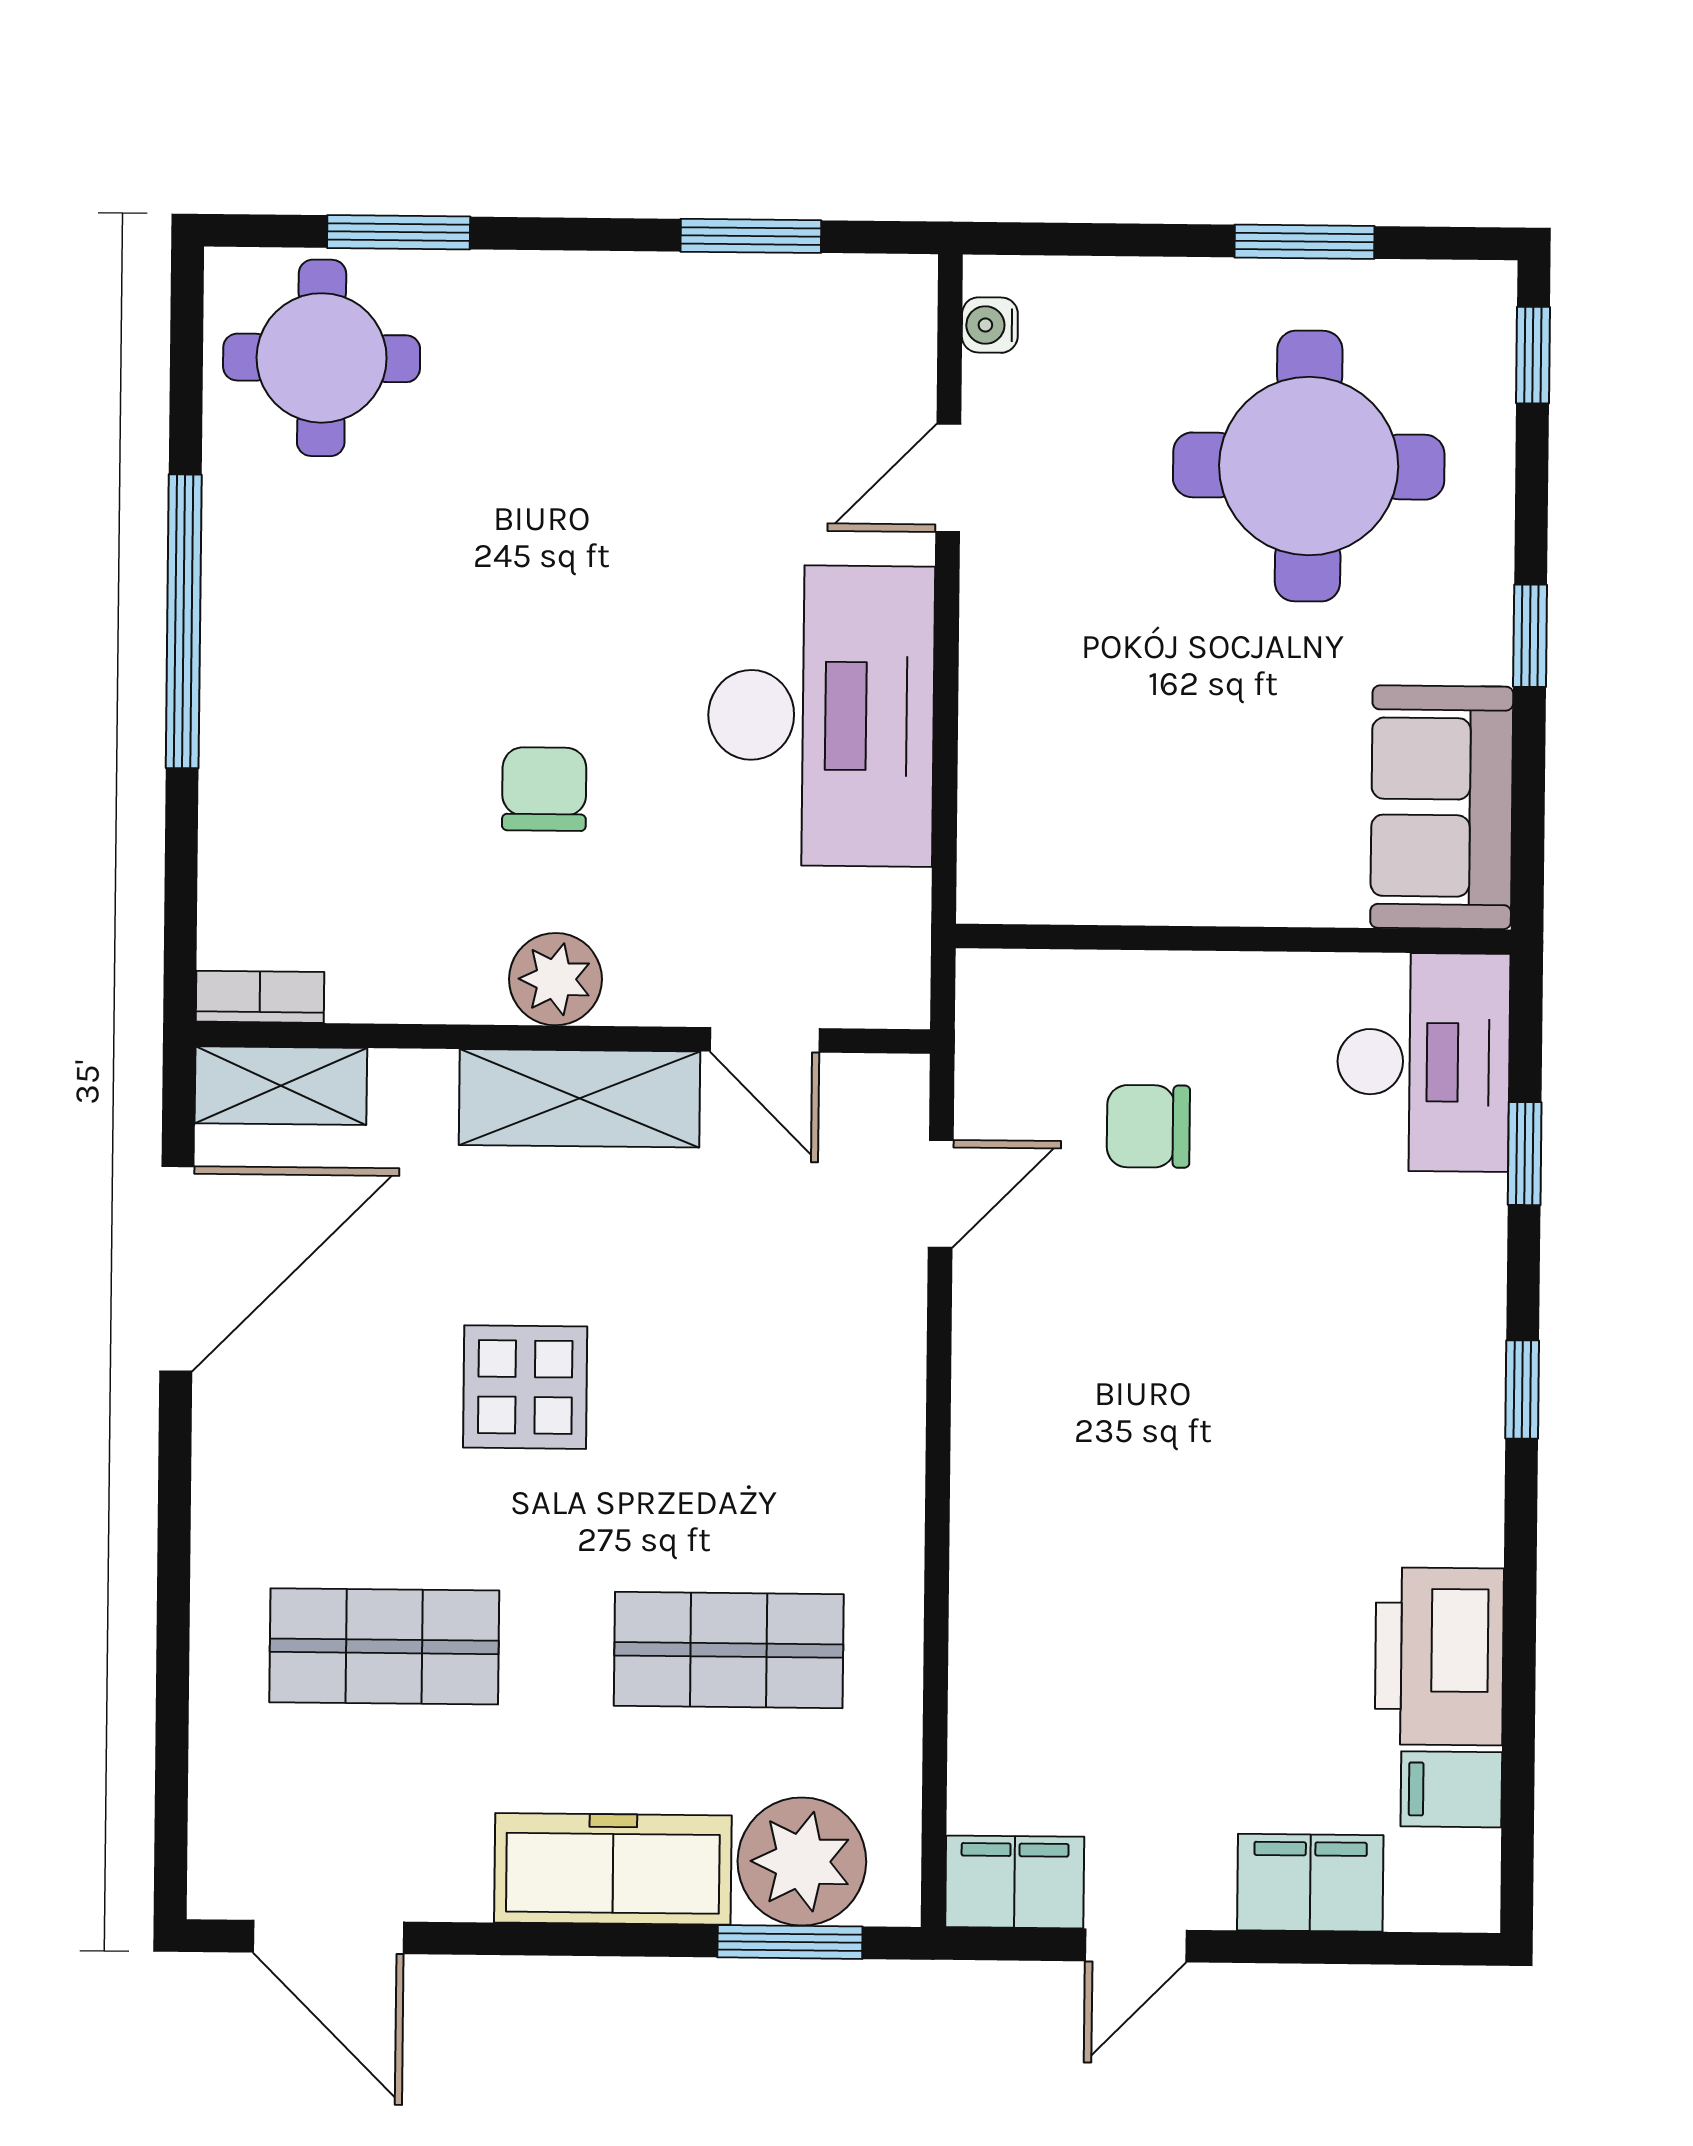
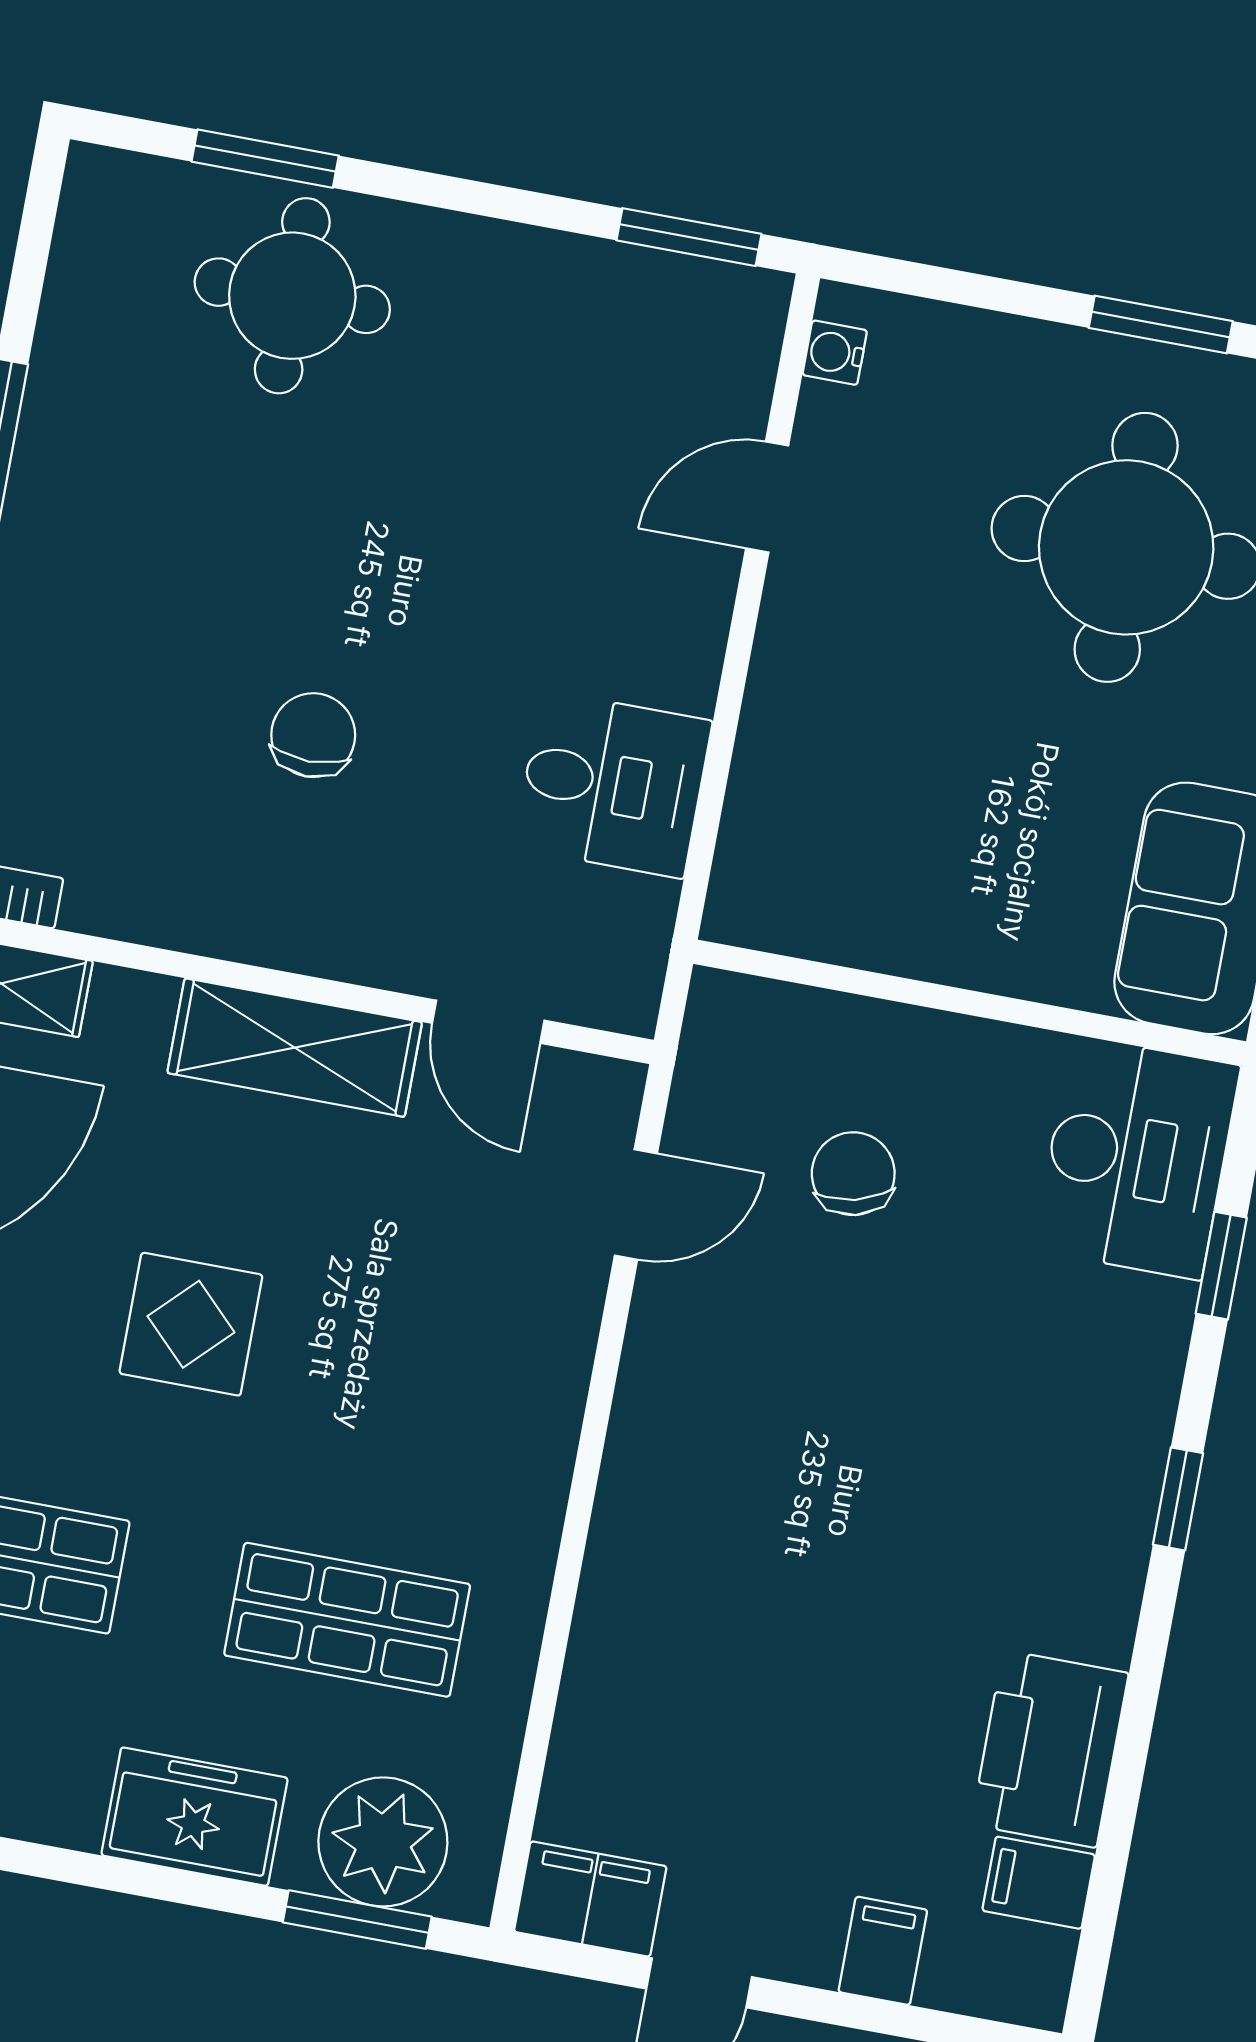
window: (751, 236) -> (689, 237), moved
round table: (322, 358) -> (292, 296), moved
desk: (821, 716) -> (613, 784), width x0.53, depth x0.77
plant: (555, 979) -> (291, 925), removed
chair: (1148, 1126) -> (853, 1174), turned 76
freezer: (613, 1869) -> (194, 1817), width x0.71
filing cabinet: (1310, 1883) -> (883, 1951), width x0.50

